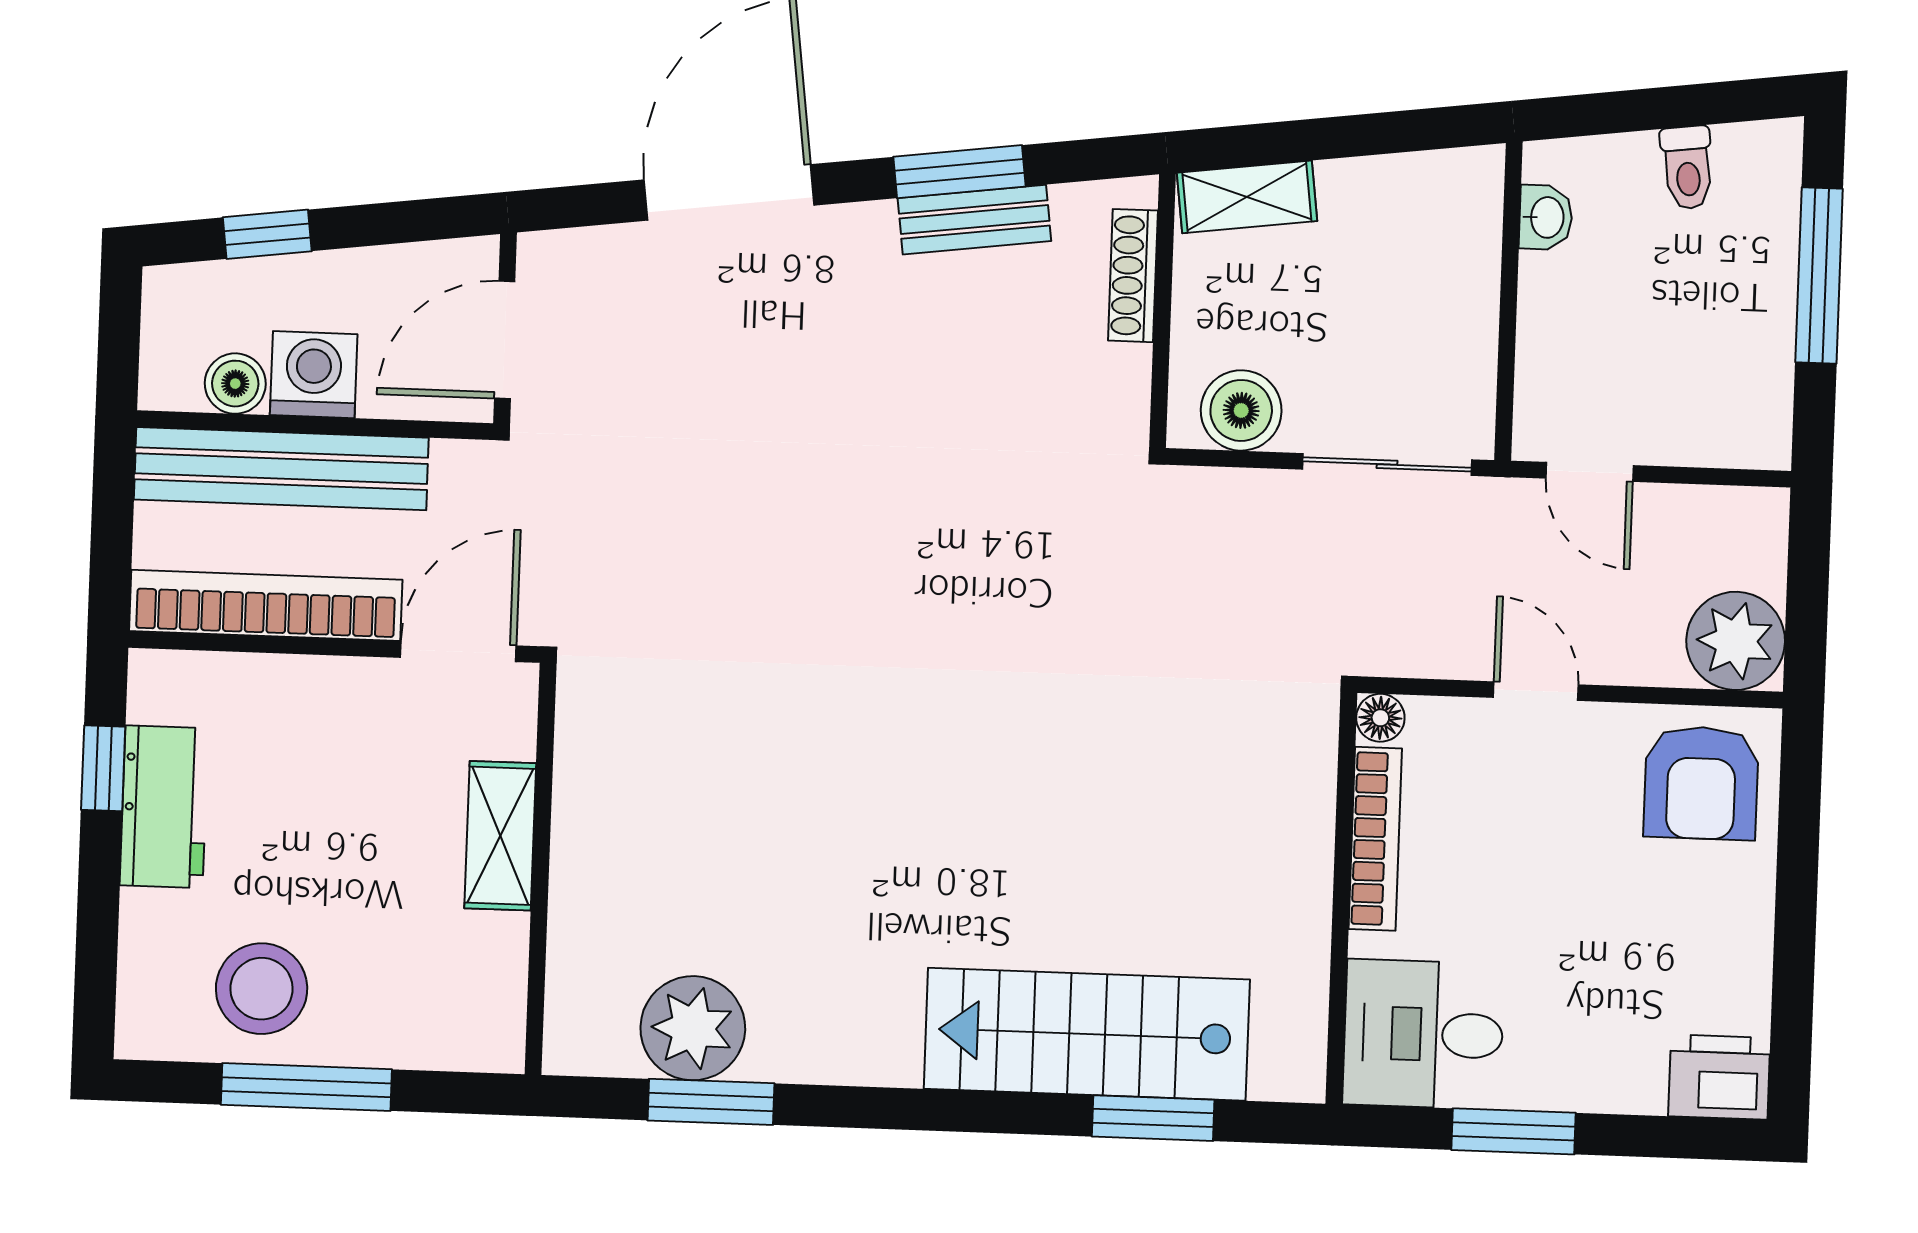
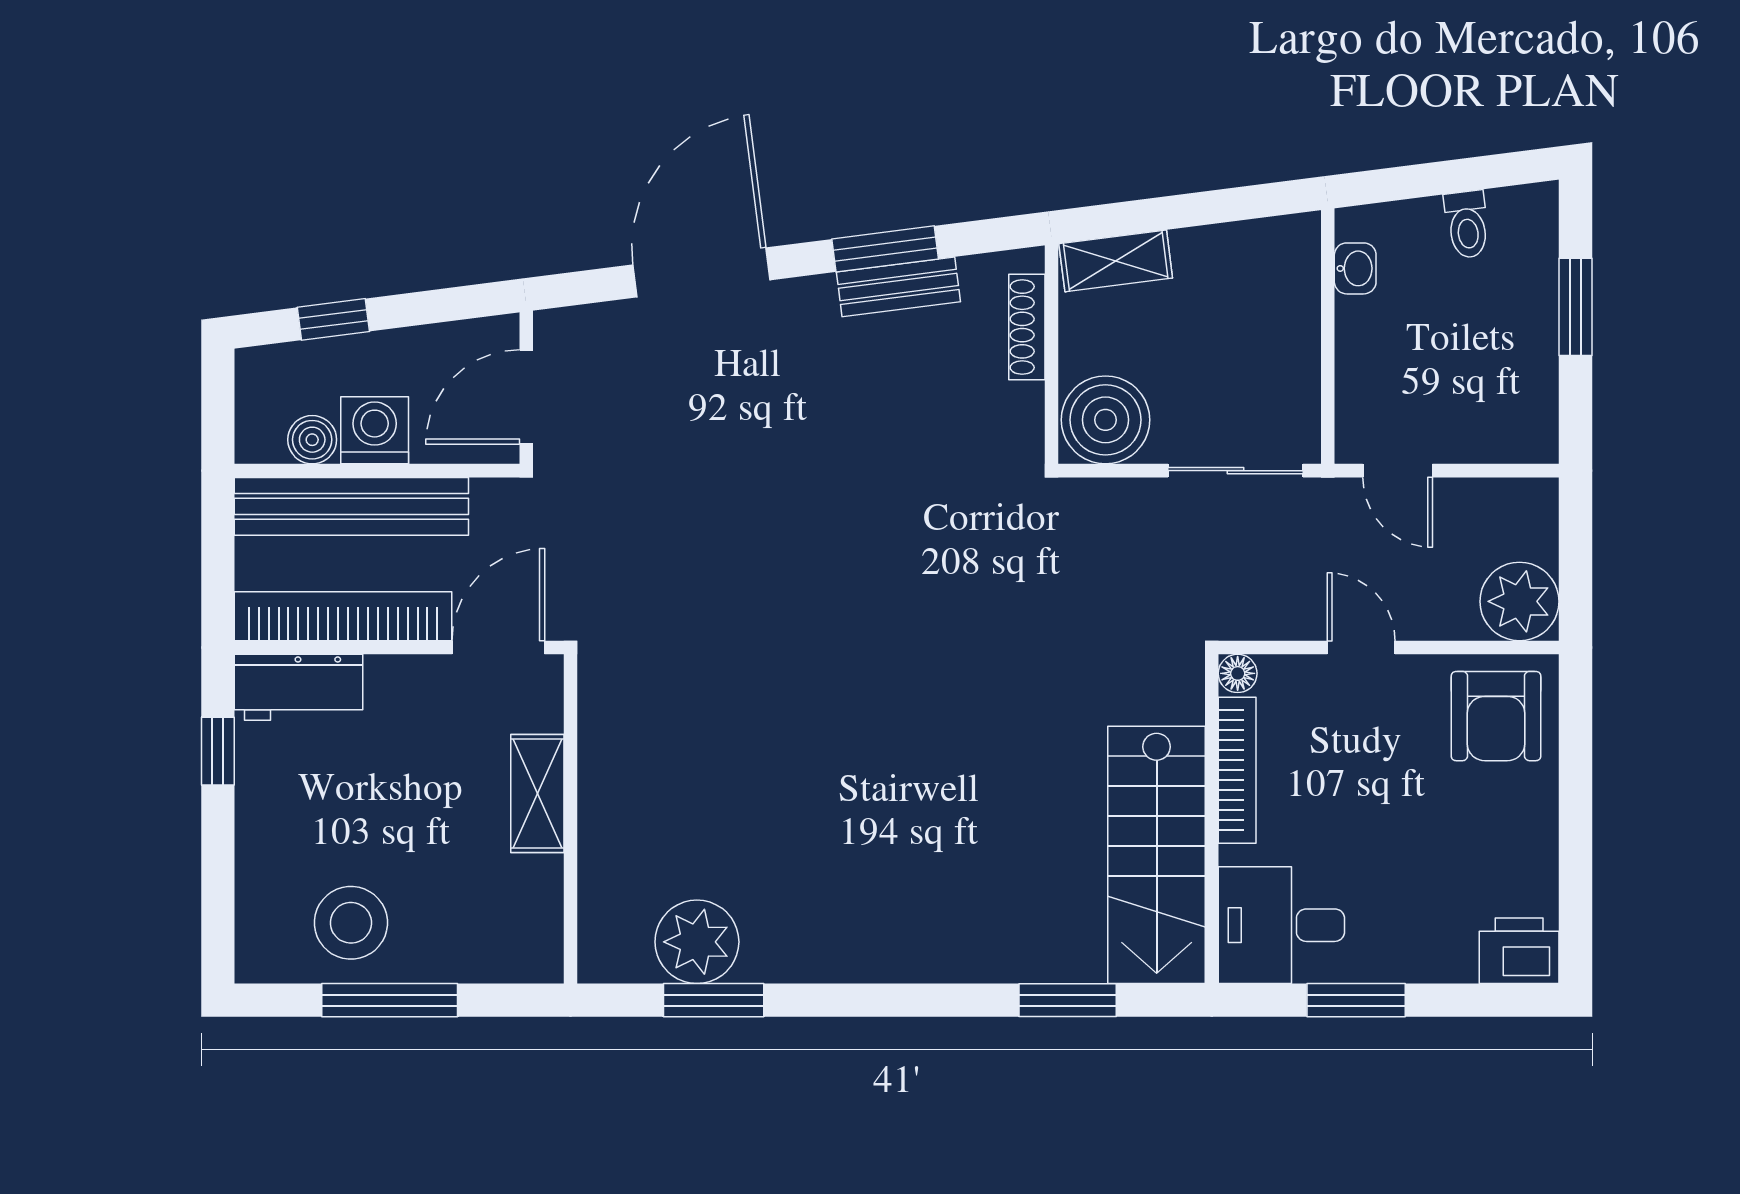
window: (1819, 276) -> (1575, 307), width x0.69
boiler: (1241, 410) -> (1105, 420), width x1.37, depth x1.37
workbench: (164, 807) -> (299, 687), moved, turned 90
stairs: (1087, 1034) -> (1157, 855), moved, turned -90

